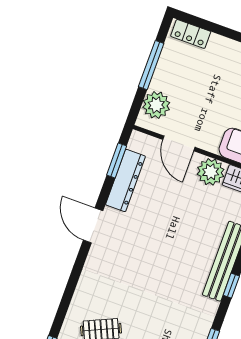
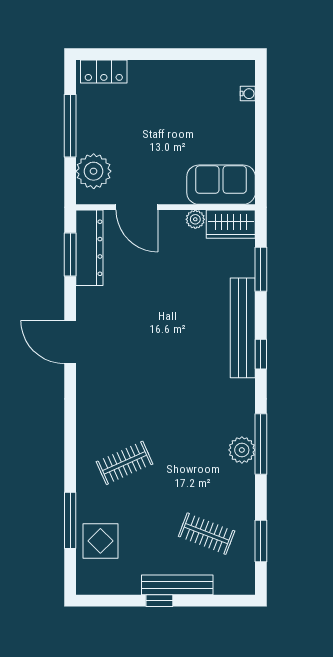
plant: (211, 172) -> (195, 219), width x0.53, depth x0.53
dresser: (126, 180) -> (89, 248), moved

